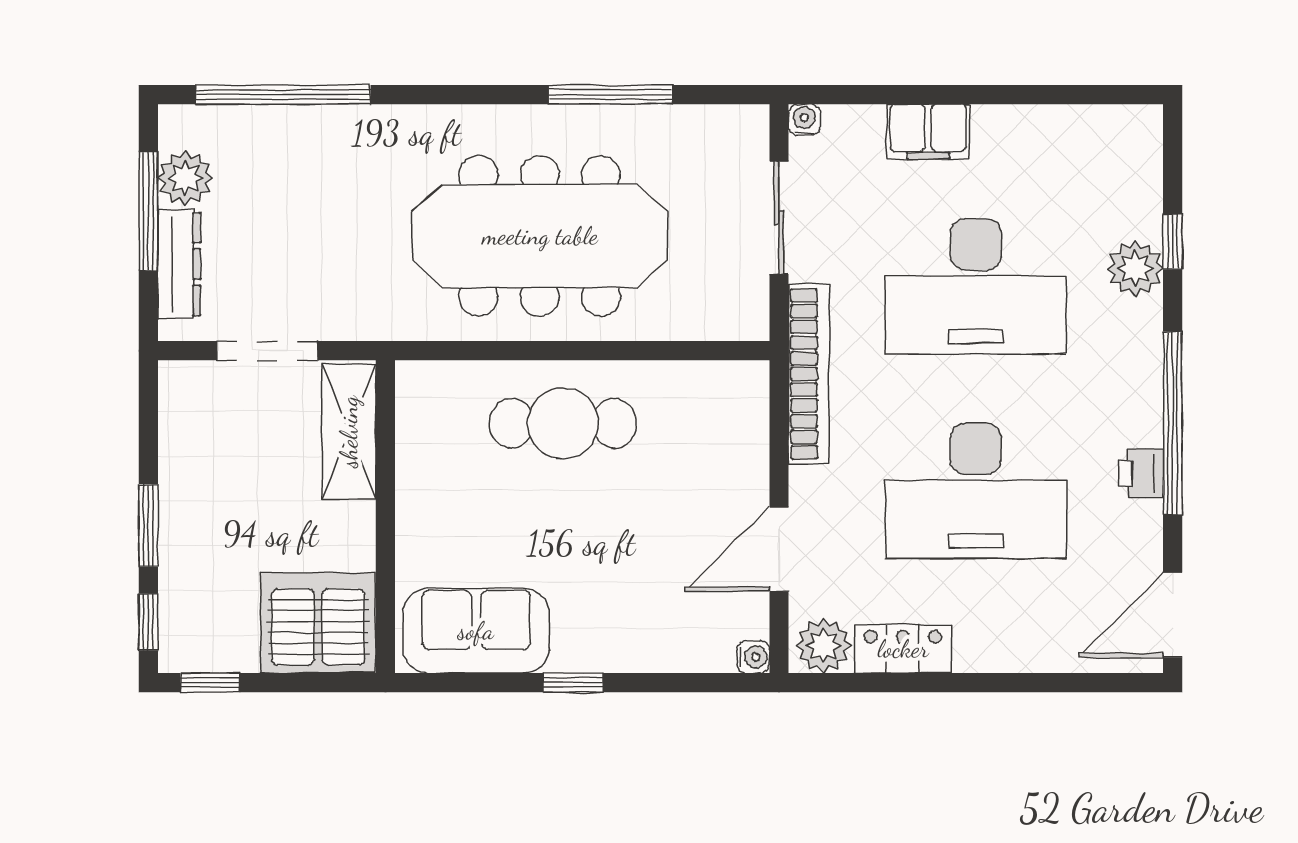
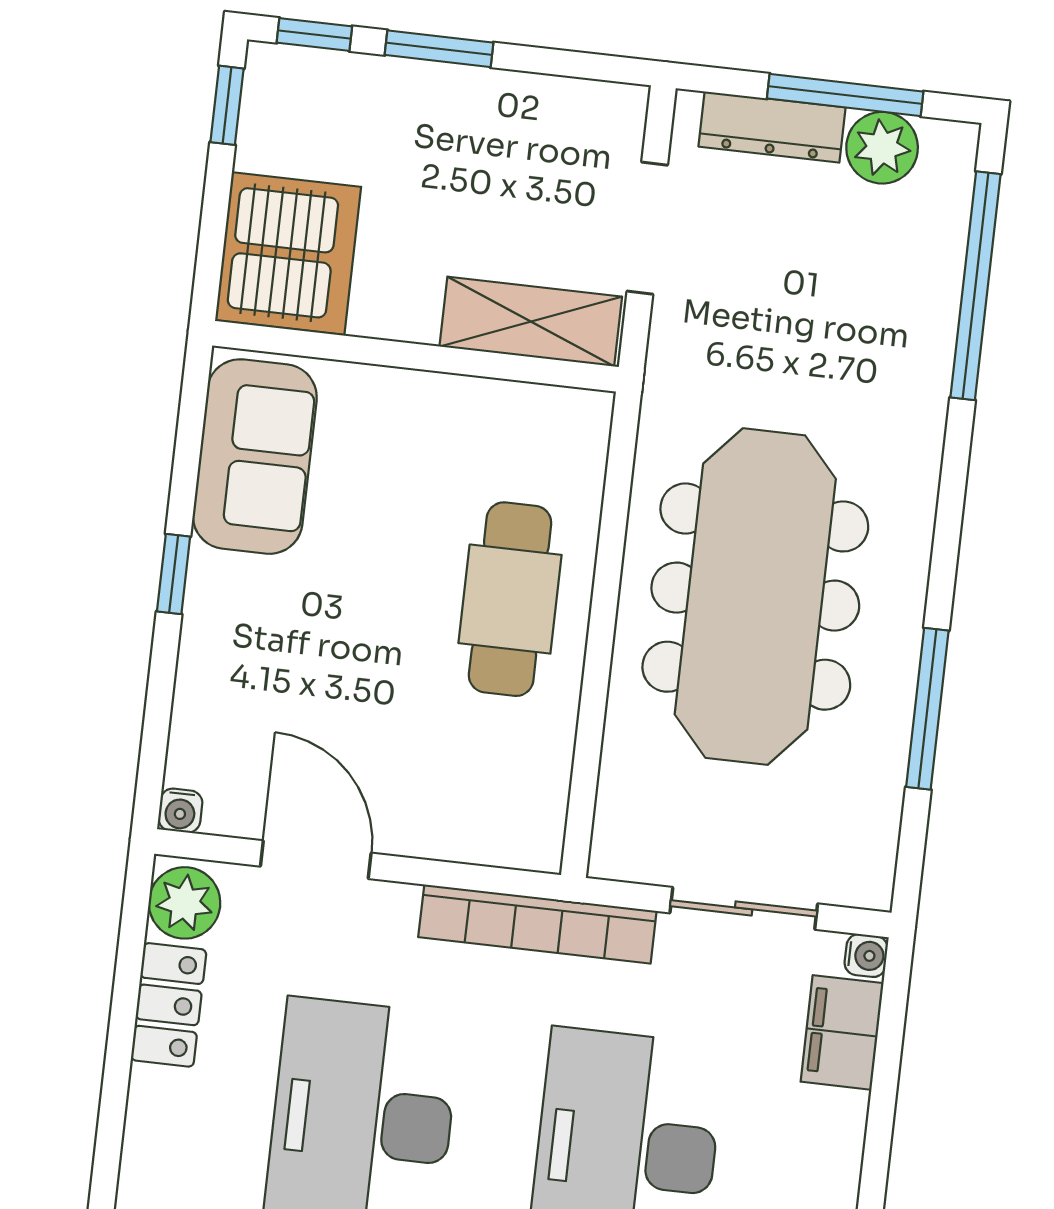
filing cabinet: (928, 132) -> (842, 1032), moved

